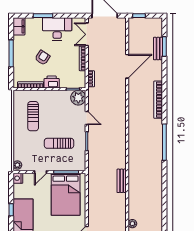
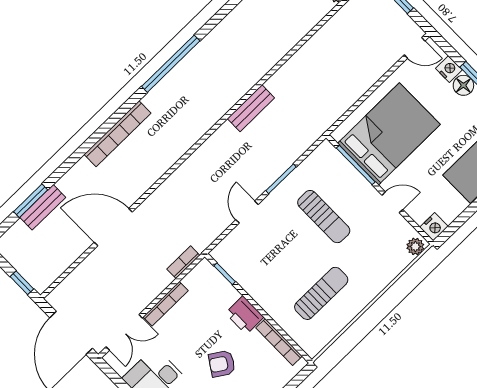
plant: (78, 98) -> (229, 254), removed
bench: (122, 181) -> (251, 108), moved

